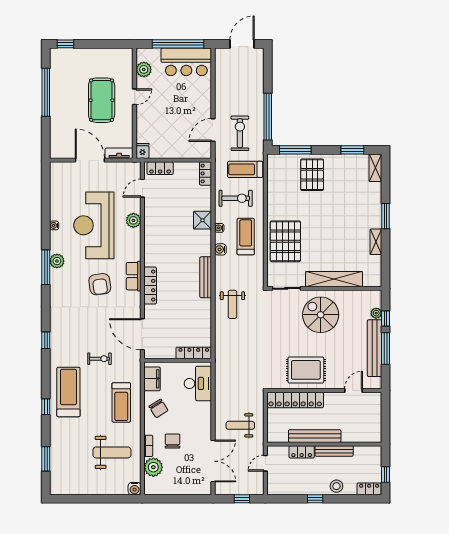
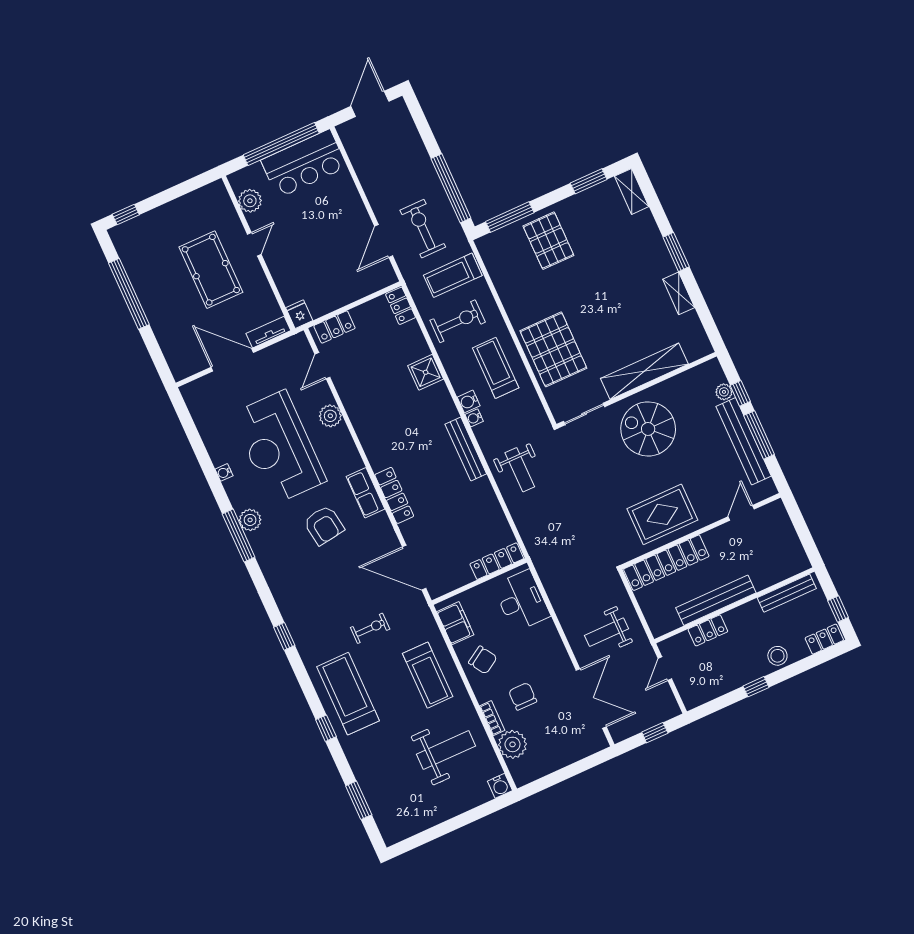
water cooler: (219, 228) -> (474, 418), moved
bench: (334, 451) -> (787, 593), moved

